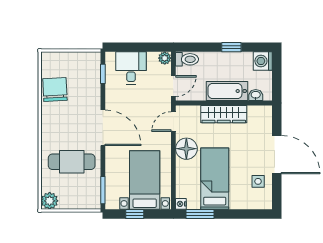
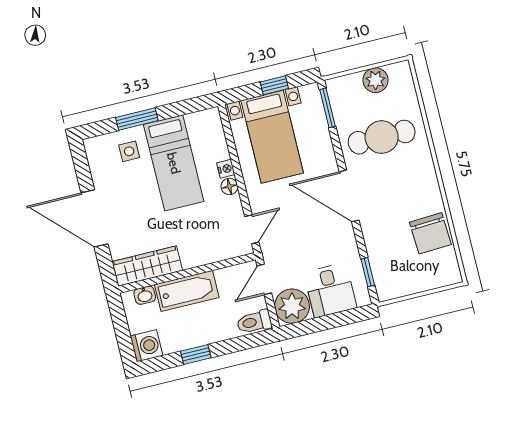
plant: (165, 58) -> (292, 306), width x1.87, depth x1.87
wardrobe: (224, 114) -> (147, 266), moved
floor lamp: (186, 149) -> (229, 186), width x0.53, depth x0.53
side table: (258, 181) -> (129, 151), moved
plant: (50, 201) -> (375, 80), moved
nightstand: (181, 204) -> (226, 169), moved
window: (200, 214) -> (137, 119), moved

